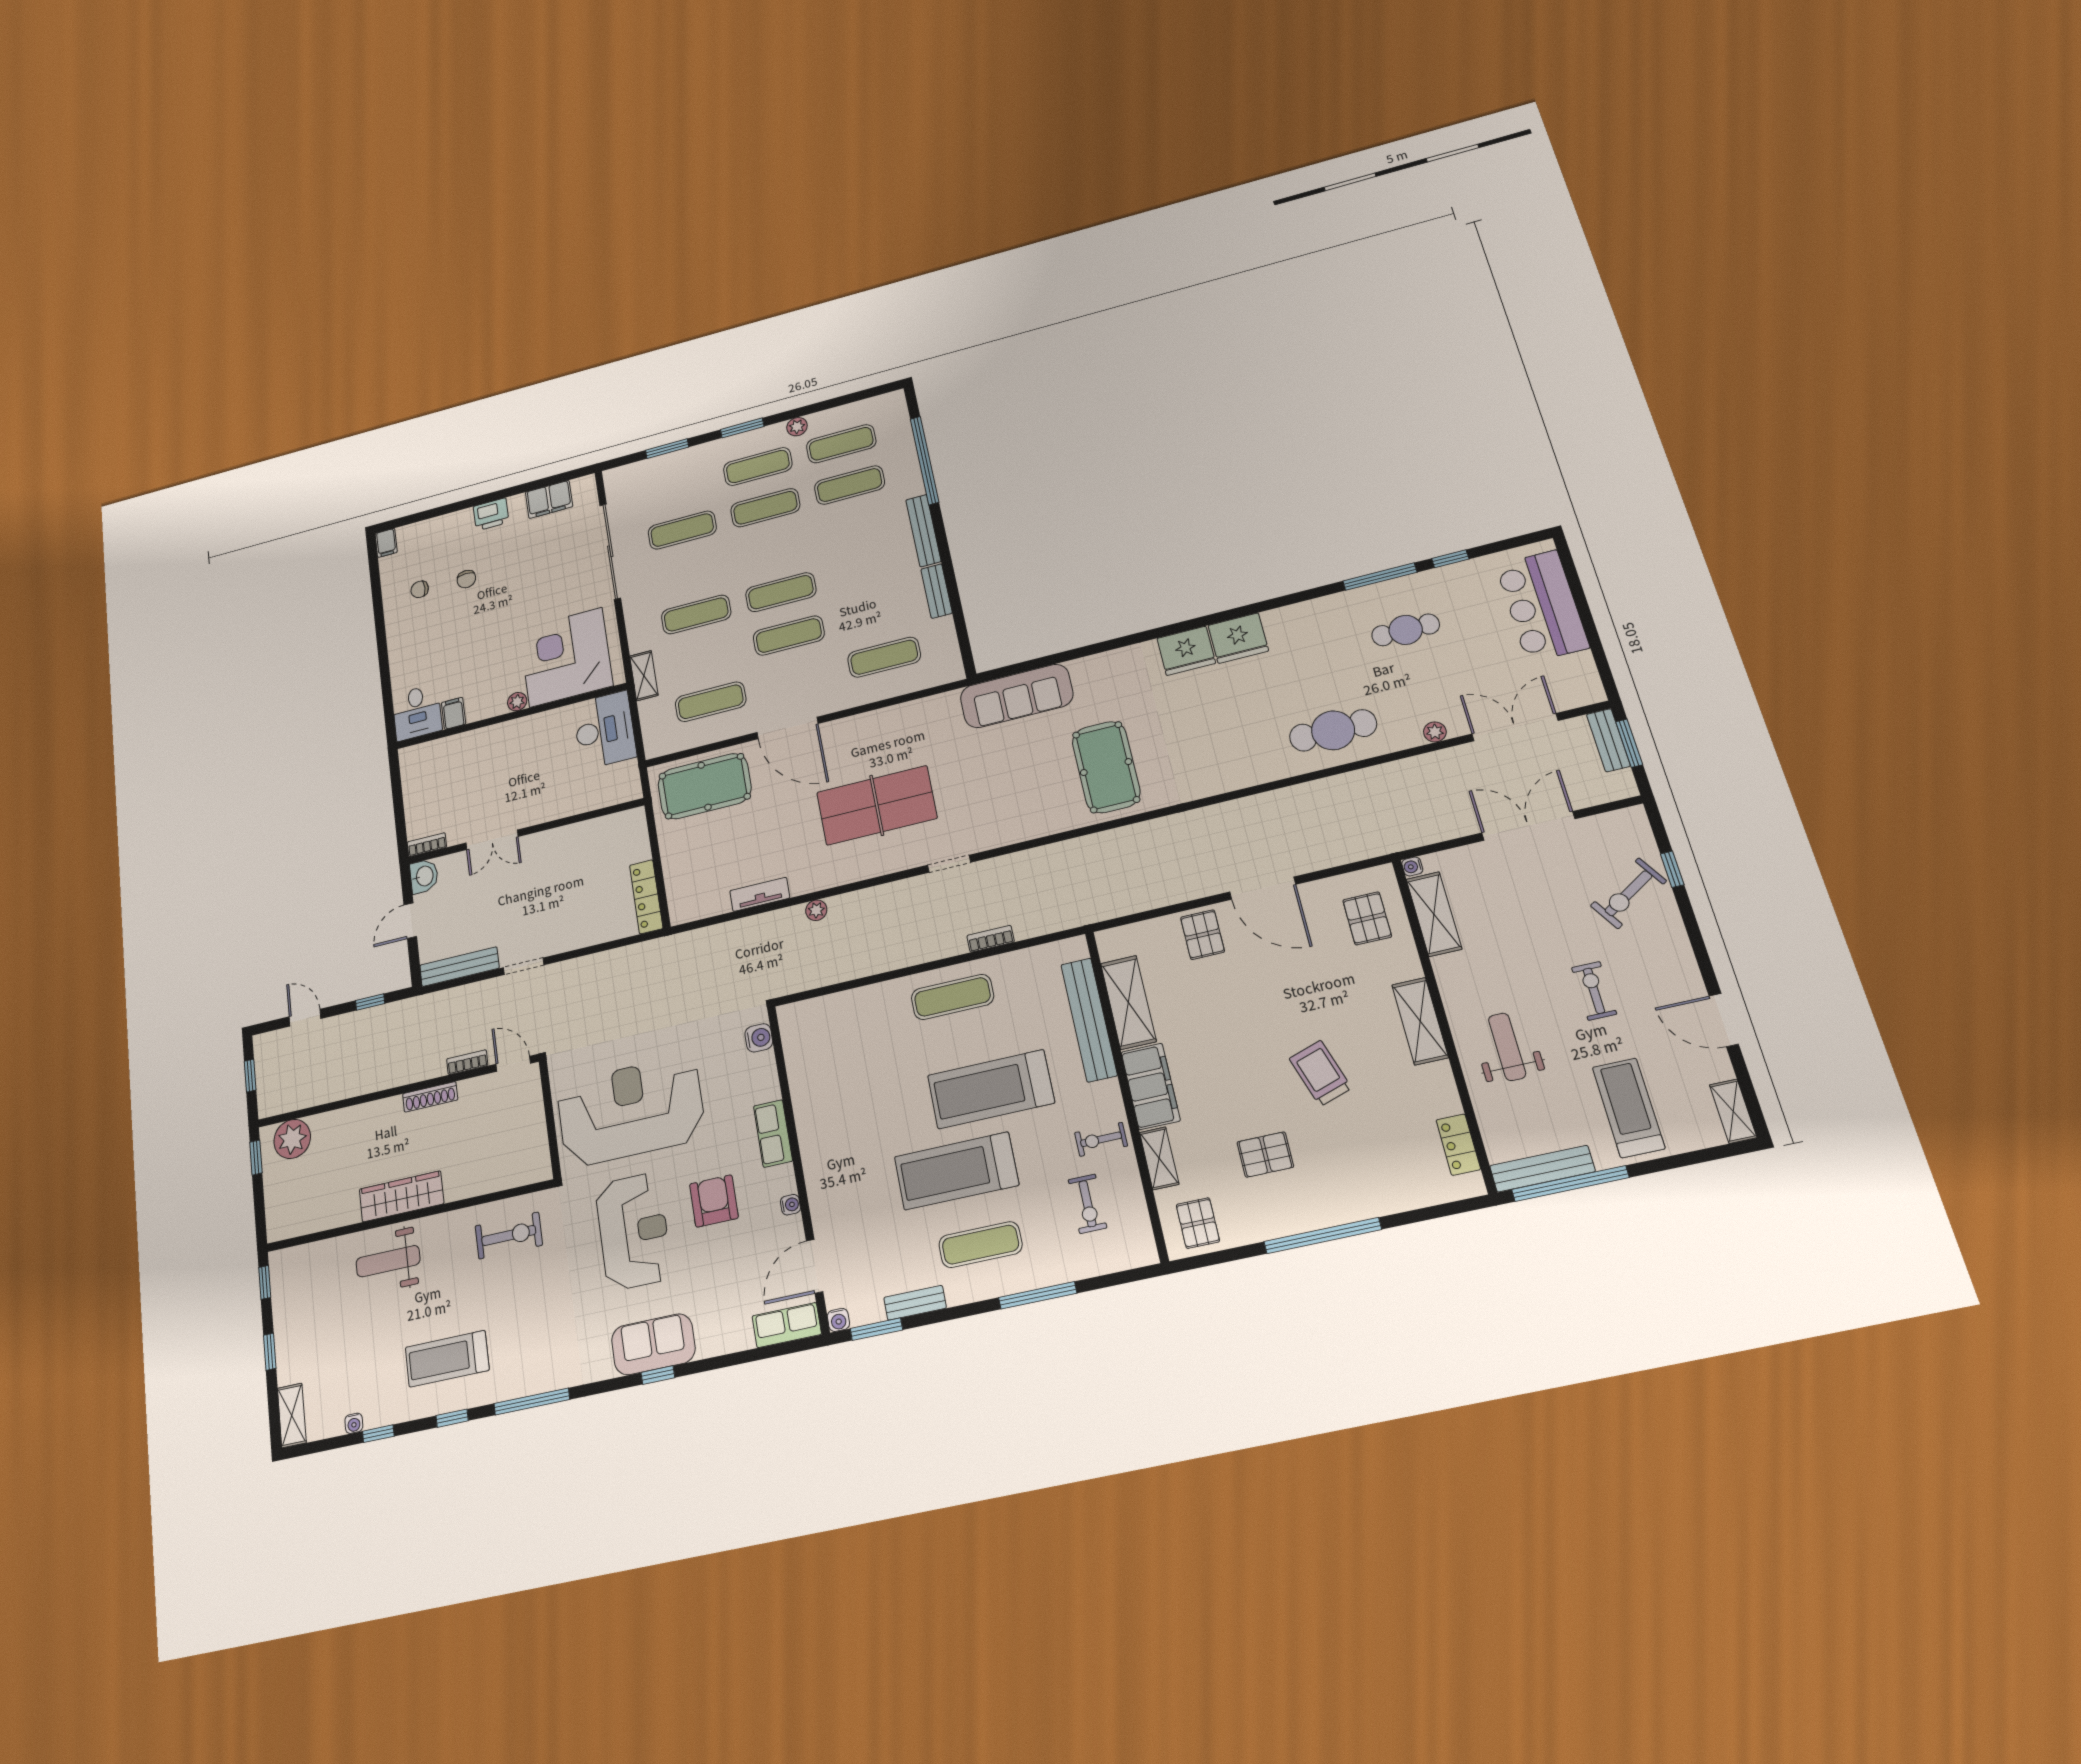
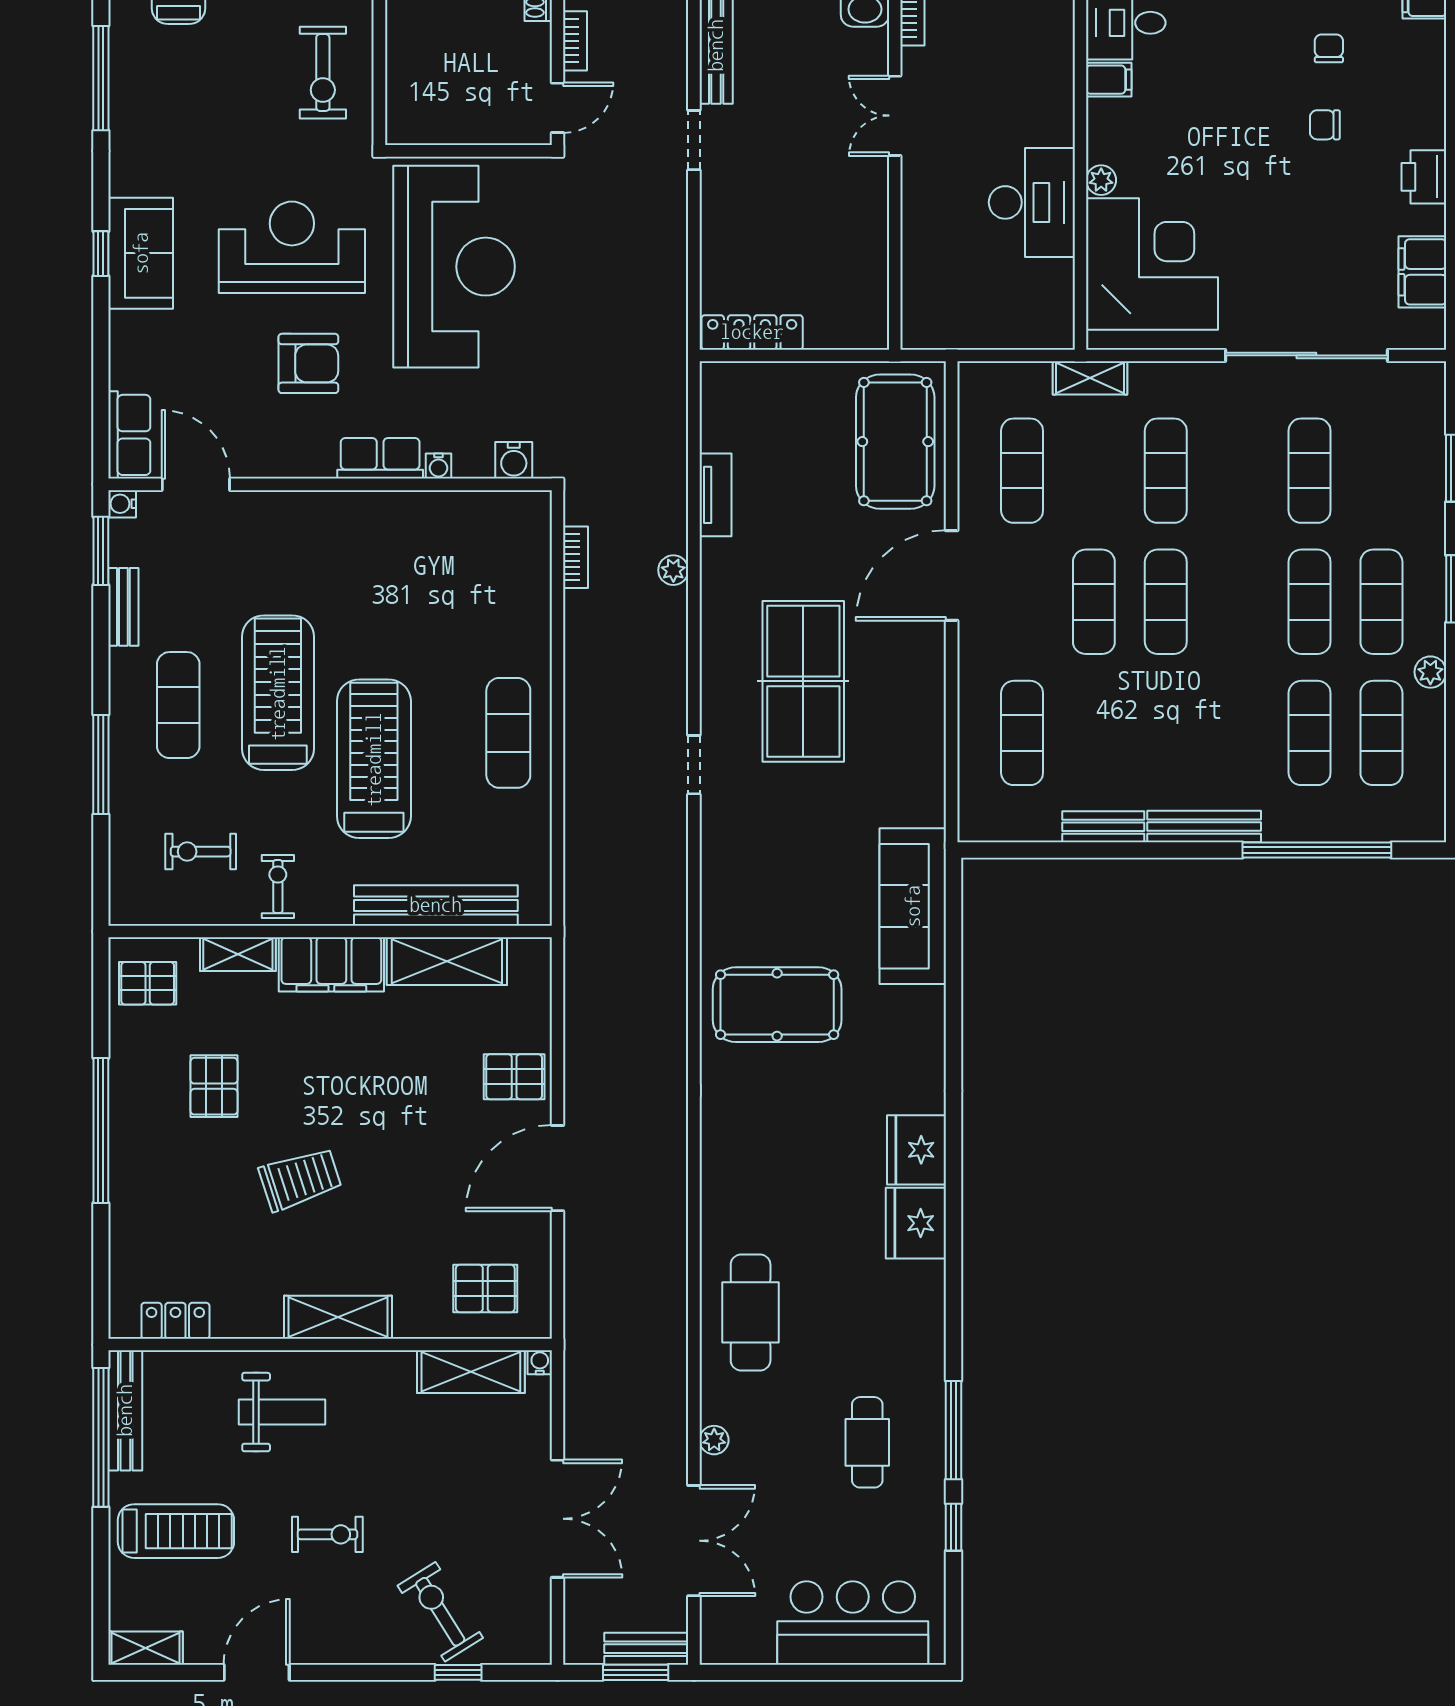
desk: (605, 730) -> (1032, 202), moved, turned -90
bookcase: (991, 939) -> (575, 557), moved
water cooler: (790, 1205) -> (438, 466), moved
reception desk: (633, 1231) -> (292, 247), turned 180

